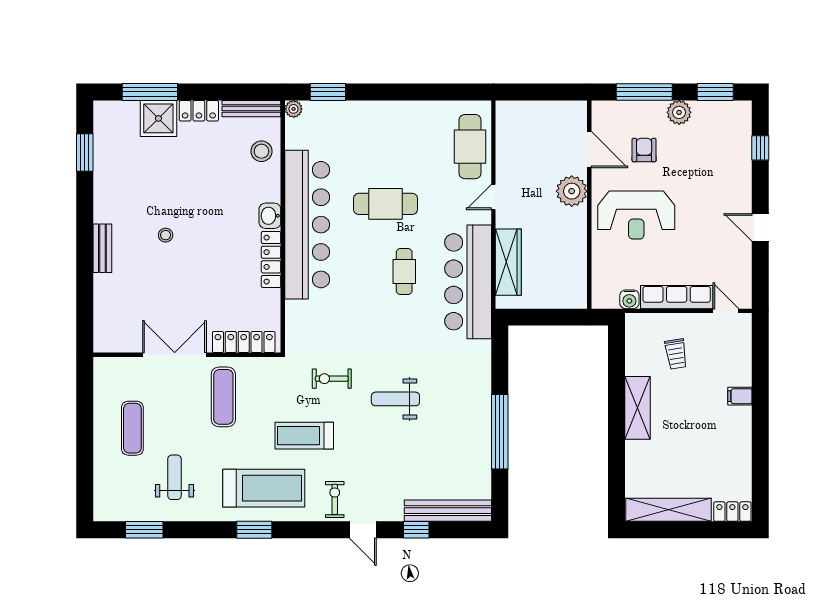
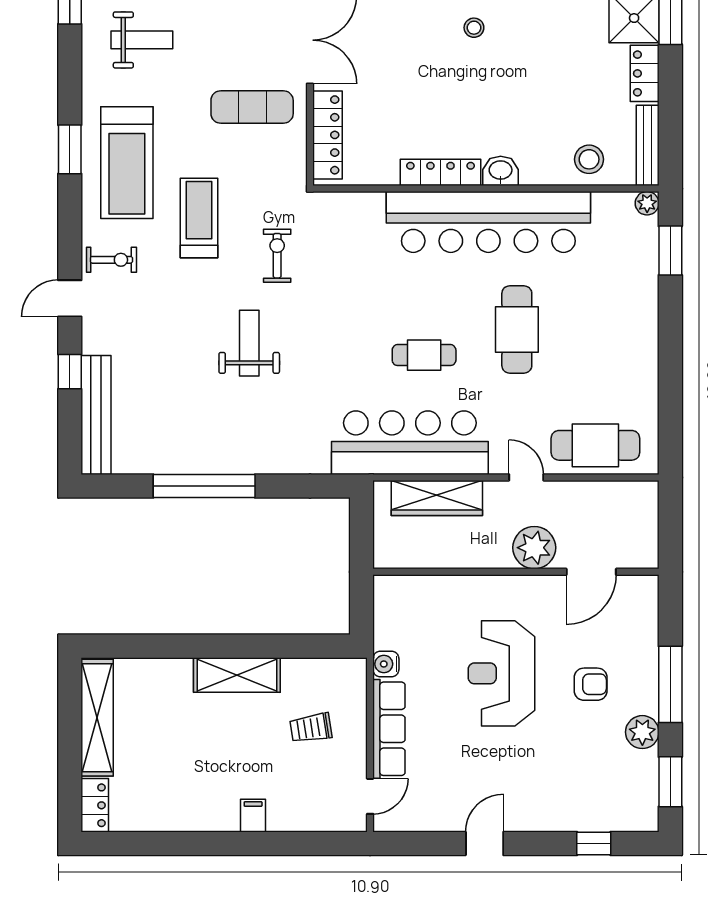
door: (589, 150) -> (591, 572), moved
plant: (572, 191) -> (534, 548), moved
wall: (589, 205) -> (516, 572), moved

